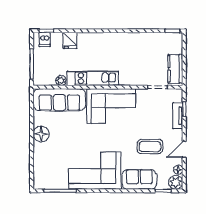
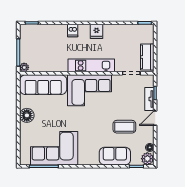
dishwasher: (45, 39) -> (73, 31), moved
fridge: (70, 40) -> (97, 31), moved
kitchen unit: (93, 78) -> (91, 65), moved
plant: (61, 80) -> (24, 67), moved
door: (184, 150) -> (155, 118), moved
corner sofa: (95, 171) -> (54, 148), moved

